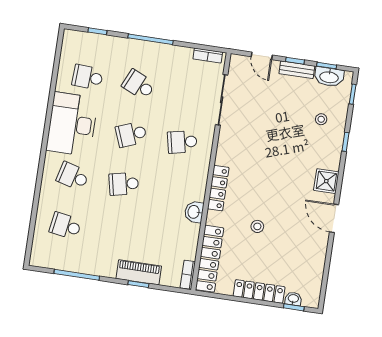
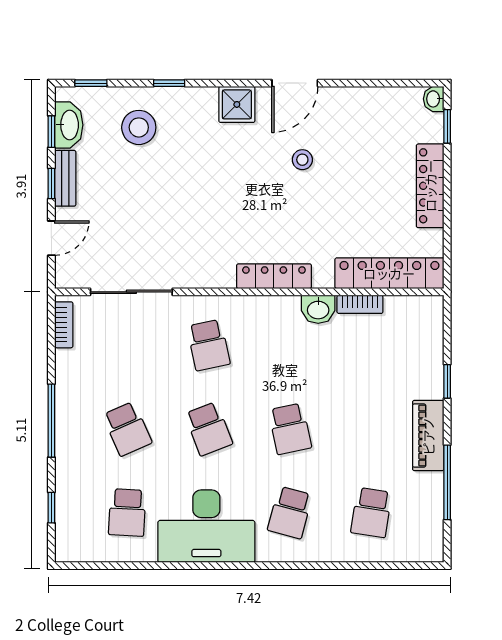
school desk: (139, 85) -> (127, 429), turned -48
stool: (321, 119) -> (139, 127), width x1.89, depth x1.89
stool: (257, 226) -> (302, 160), moved
piano: (139, 272) -> (428, 436), moved
bookcase: (188, 275) -> (360, 304), moved
washbasin: (293, 299) -> (434, 99), moved

